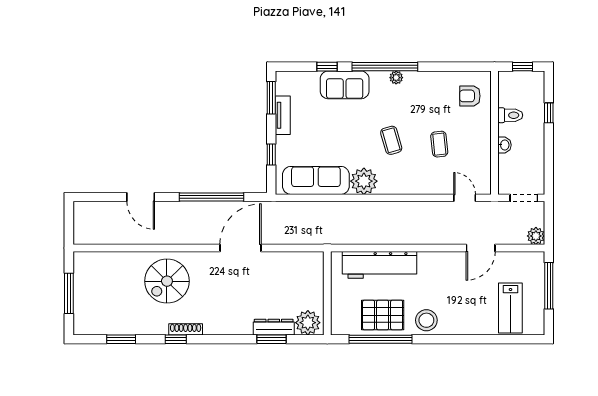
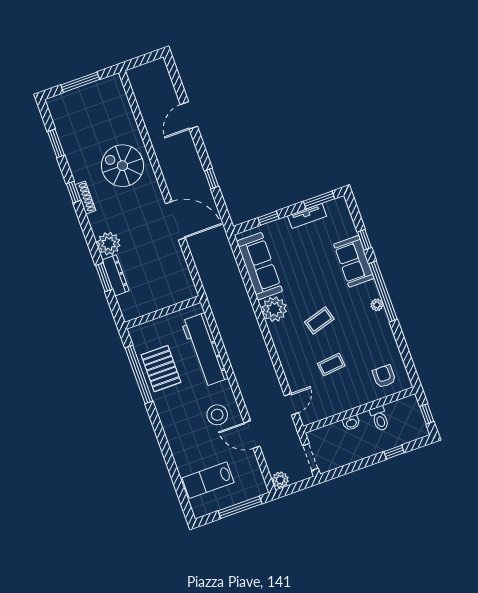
window: (211, 197) -> (211, 179), width x0.32
stool: (426, 320) -> (217, 415), moved
plant: (308, 323) -> (109, 244), moved

